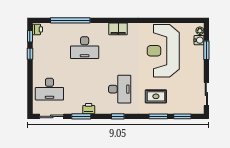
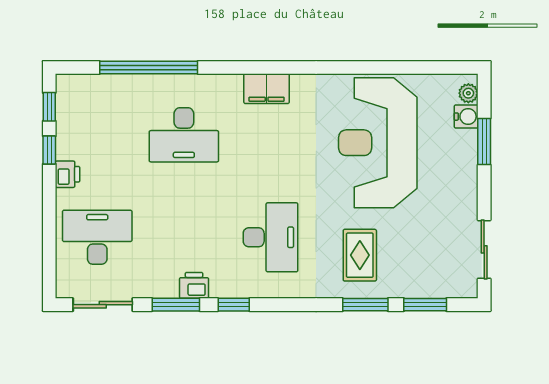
printer: (37, 29) -> (67, 174), moved
desk: (49, 89) -> (97, 237), turned 180
rug: (156, 96) -> (360, 255), turned 90
window: (118, 116) -> (234, 305), moved

